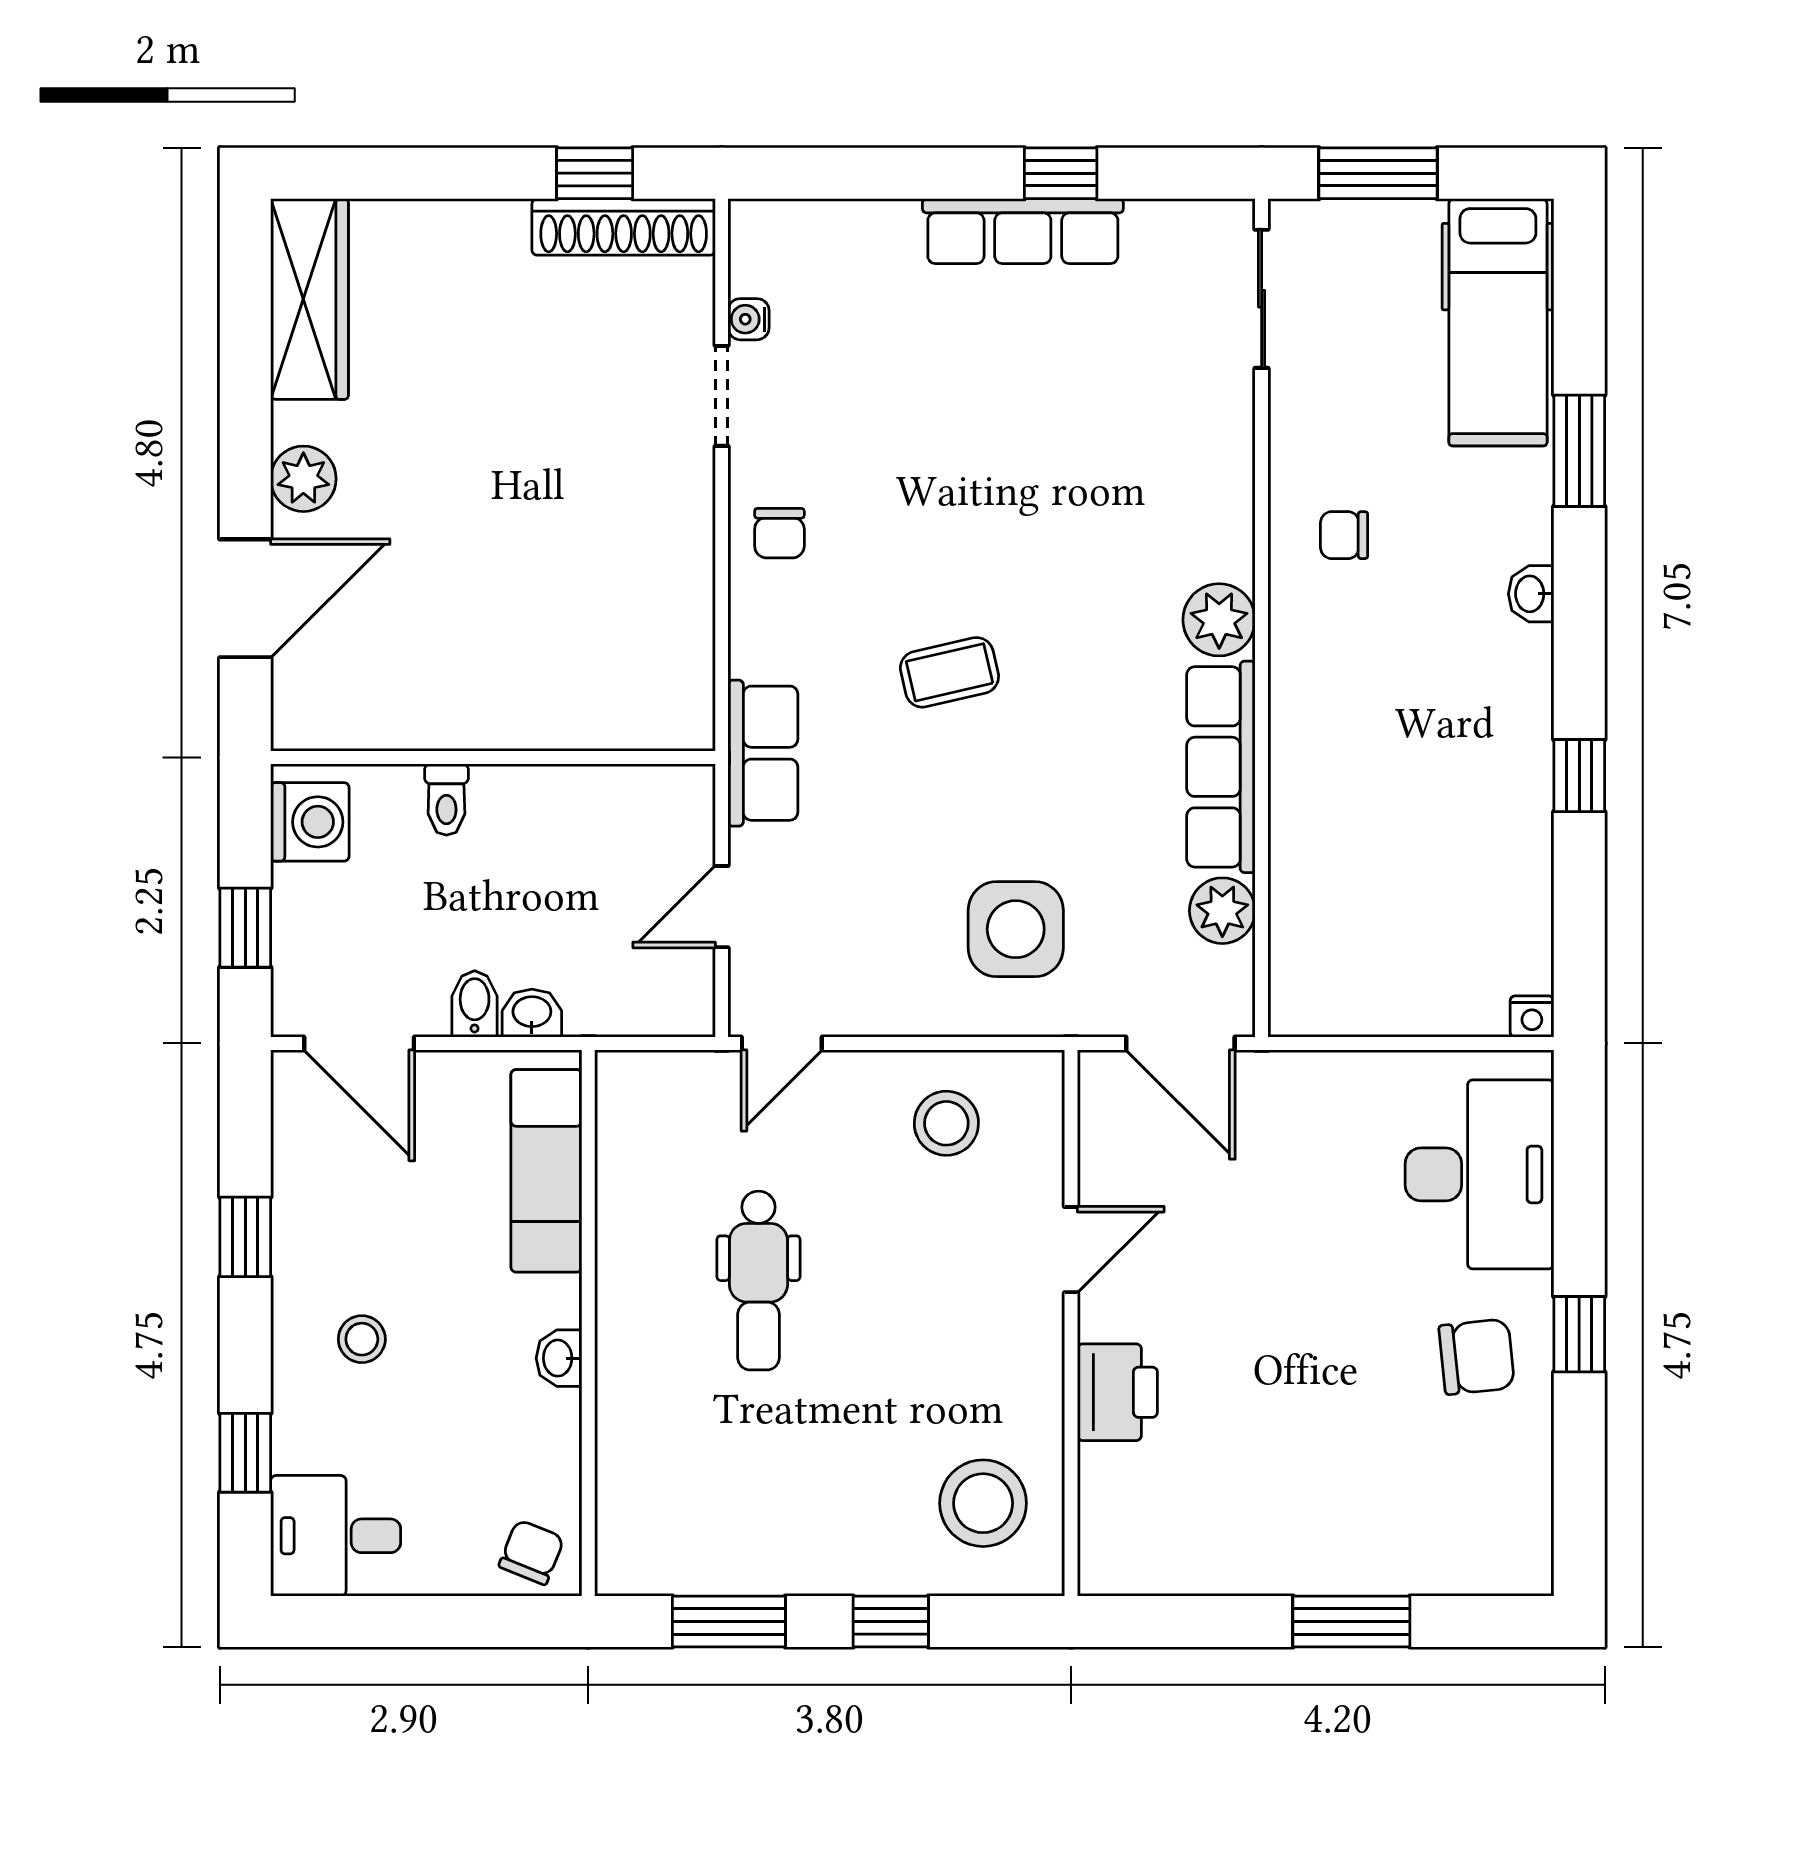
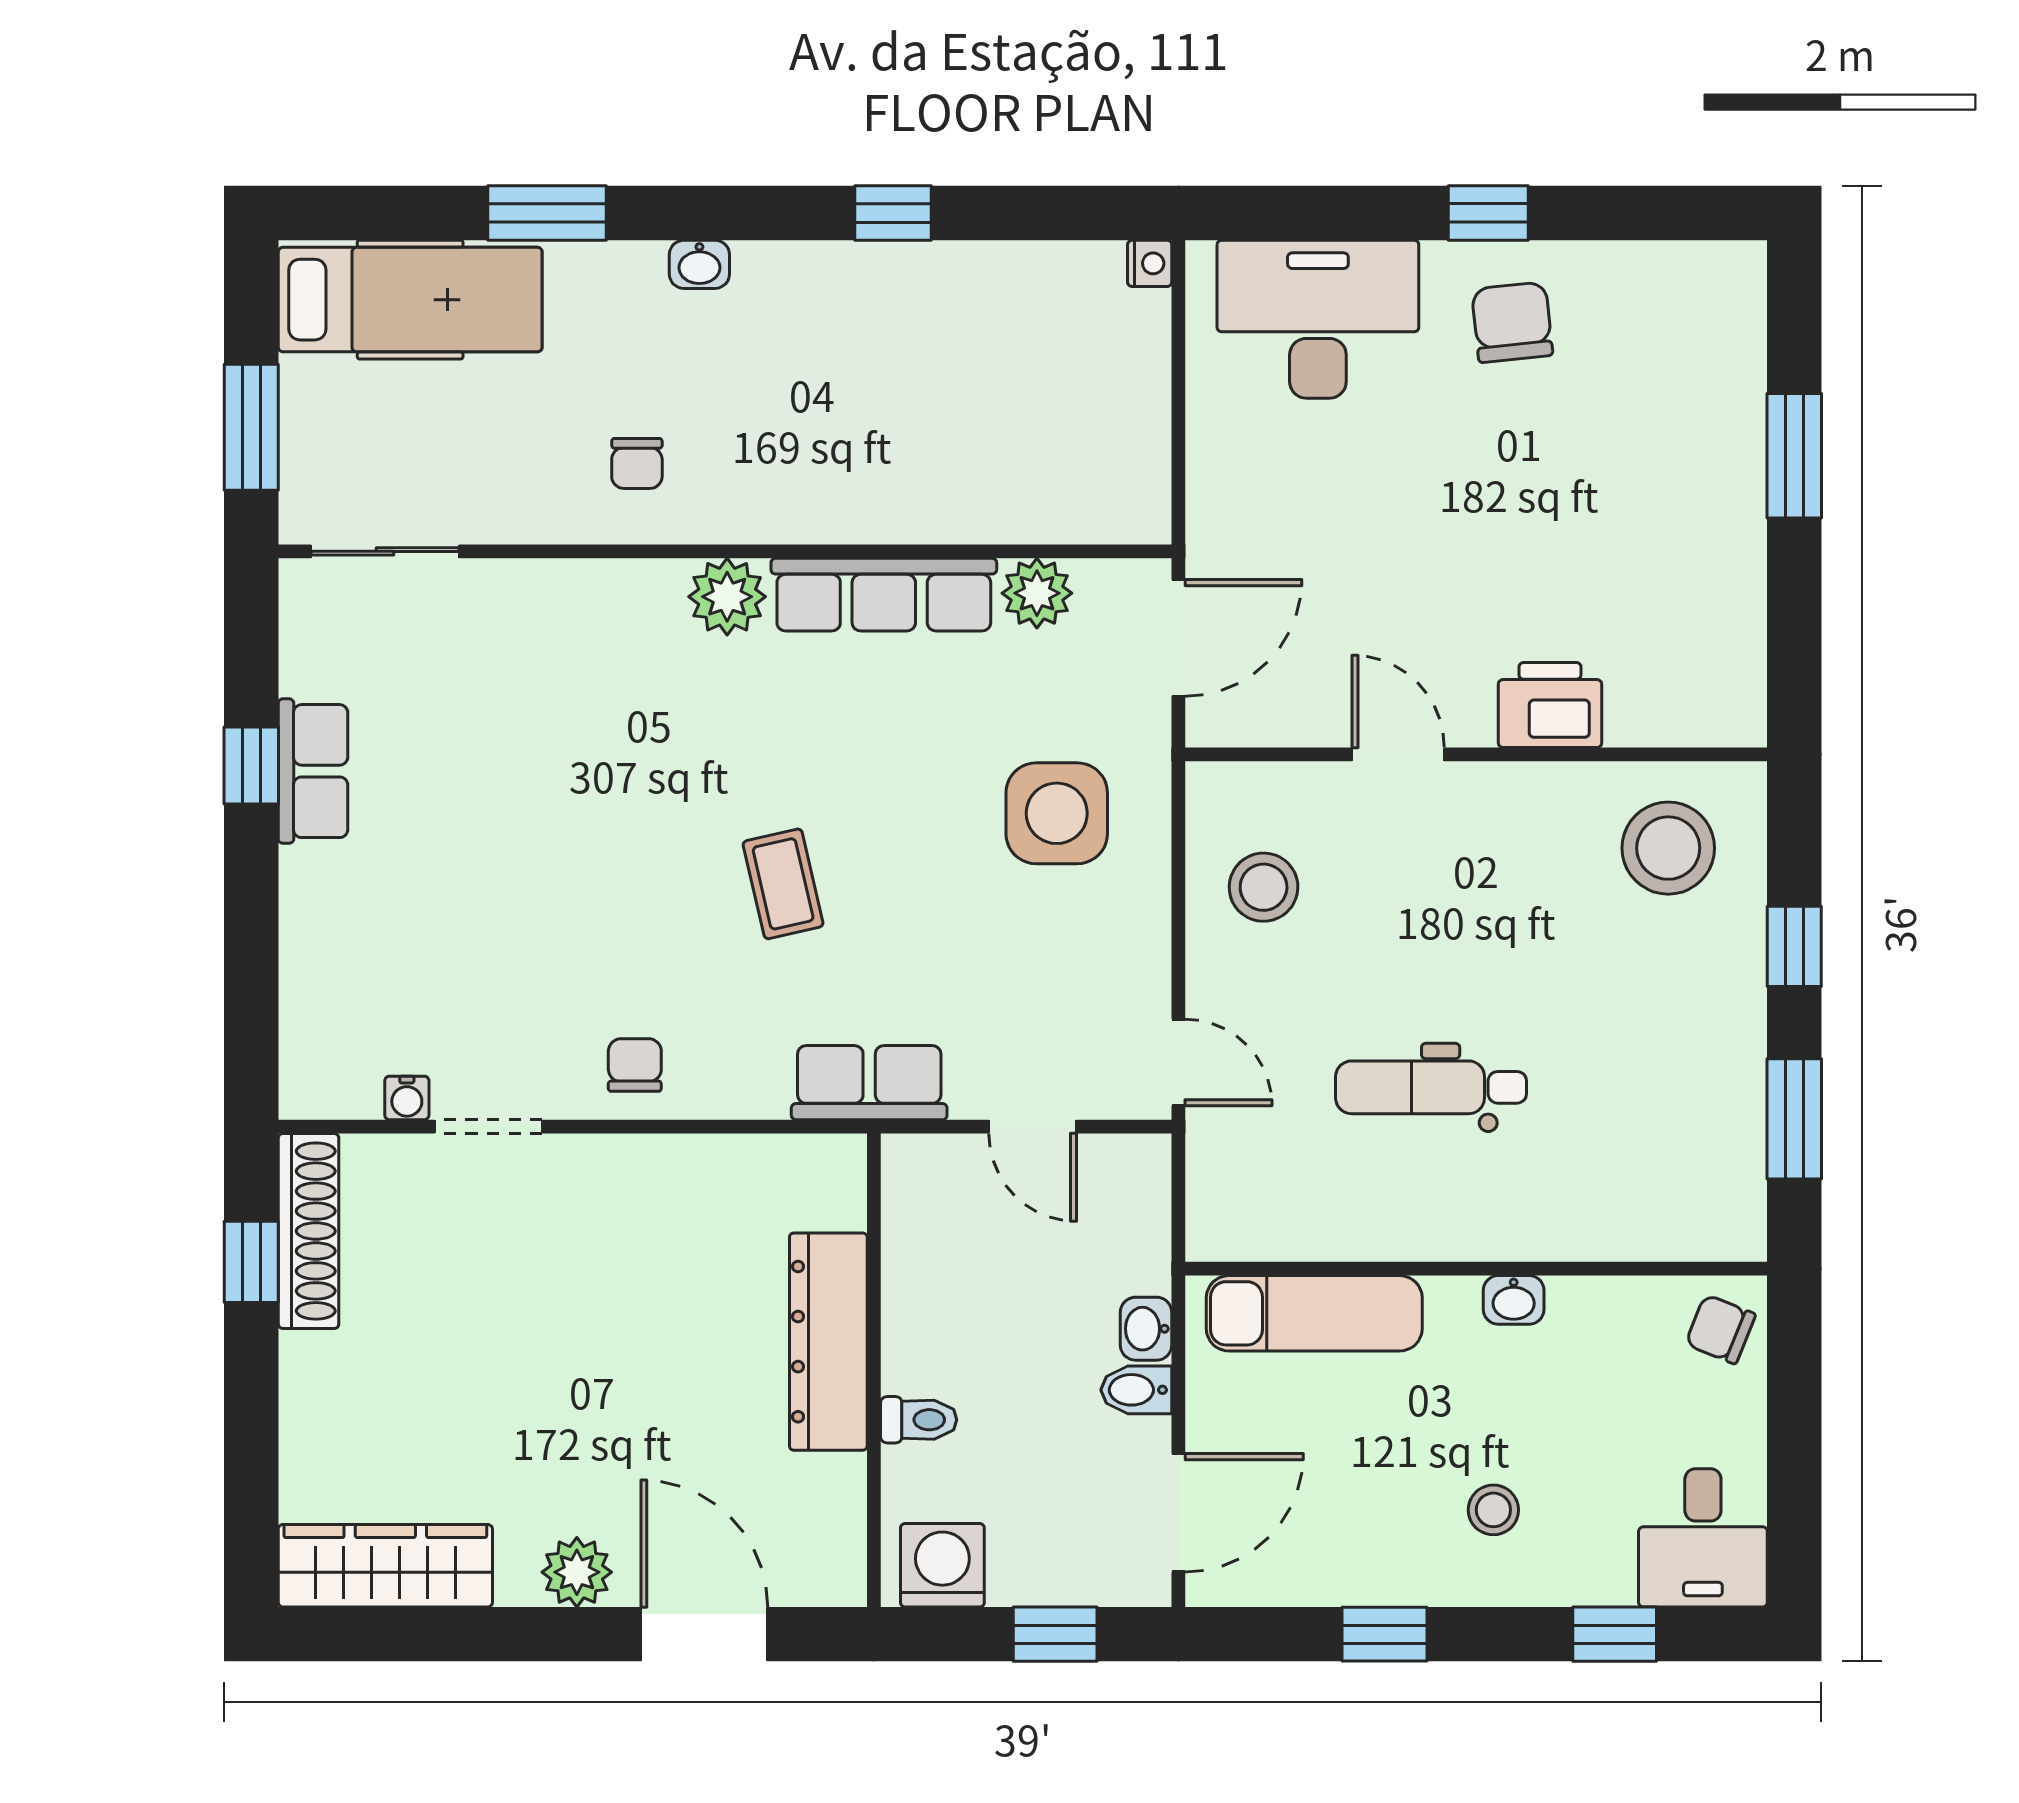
row of seats: (1023, 231) -> (313, 771), width x0.68
chair: (779, 533) -> (635, 1065), turned -90
dresser: (520, 715) -> (828, 1342), added
dental chair: (758, 1281) -> (1431, 1087), turned 180

